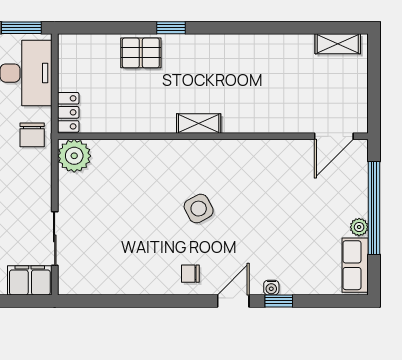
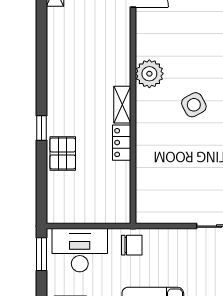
locker: (68, 112) -> (122, 143), moved, turned -90
plant: (74, 156) -> (149, 74), moved

